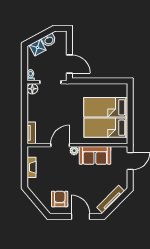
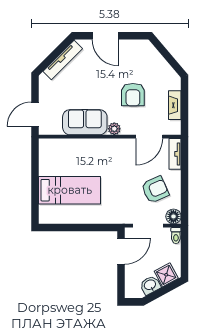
door: (69, 64) -> (121, 251), swing flipped
armchair: (45, 108) -> (155, 190), added
bed: (106, 128) -> (69, 161), removed
door: (60, 145) -> (149, 137), moved
armchair: (60, 199) -> (133, 95), moved

